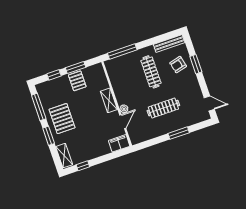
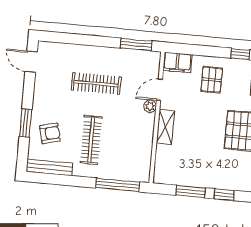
pallet: (77, 81) -> (212, 80), moved
window: (179, 133) -> (136, 45), moved

